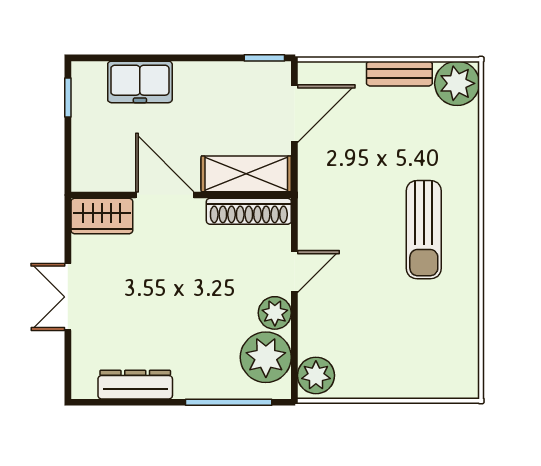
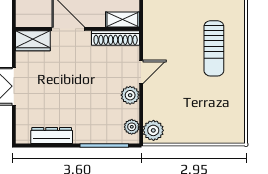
shelving: (246, 174) -> (122, 20), width x0.67, depth x0.75
plant: (266, 357) -> (132, 127), width x0.53, depth x0.53

